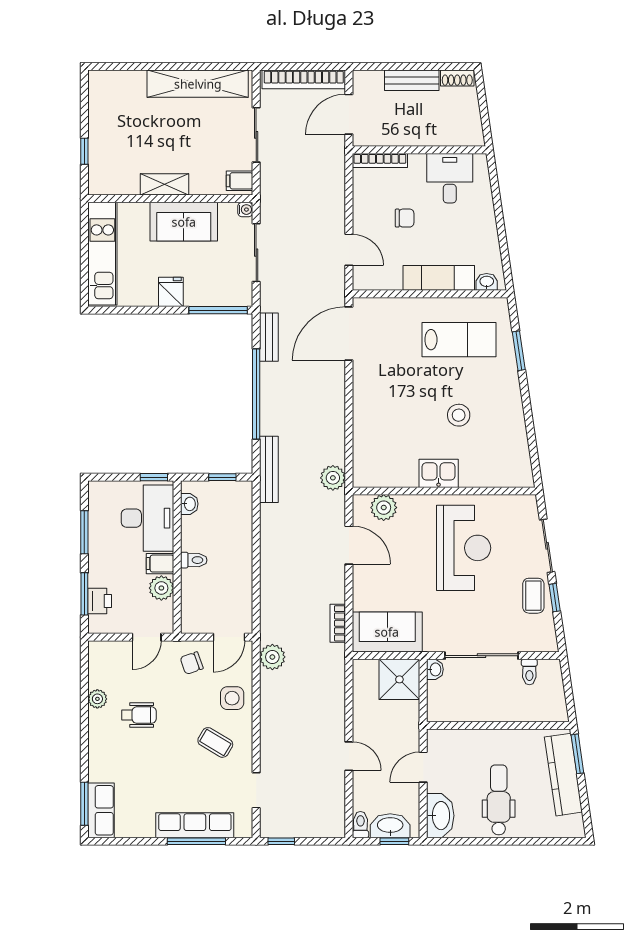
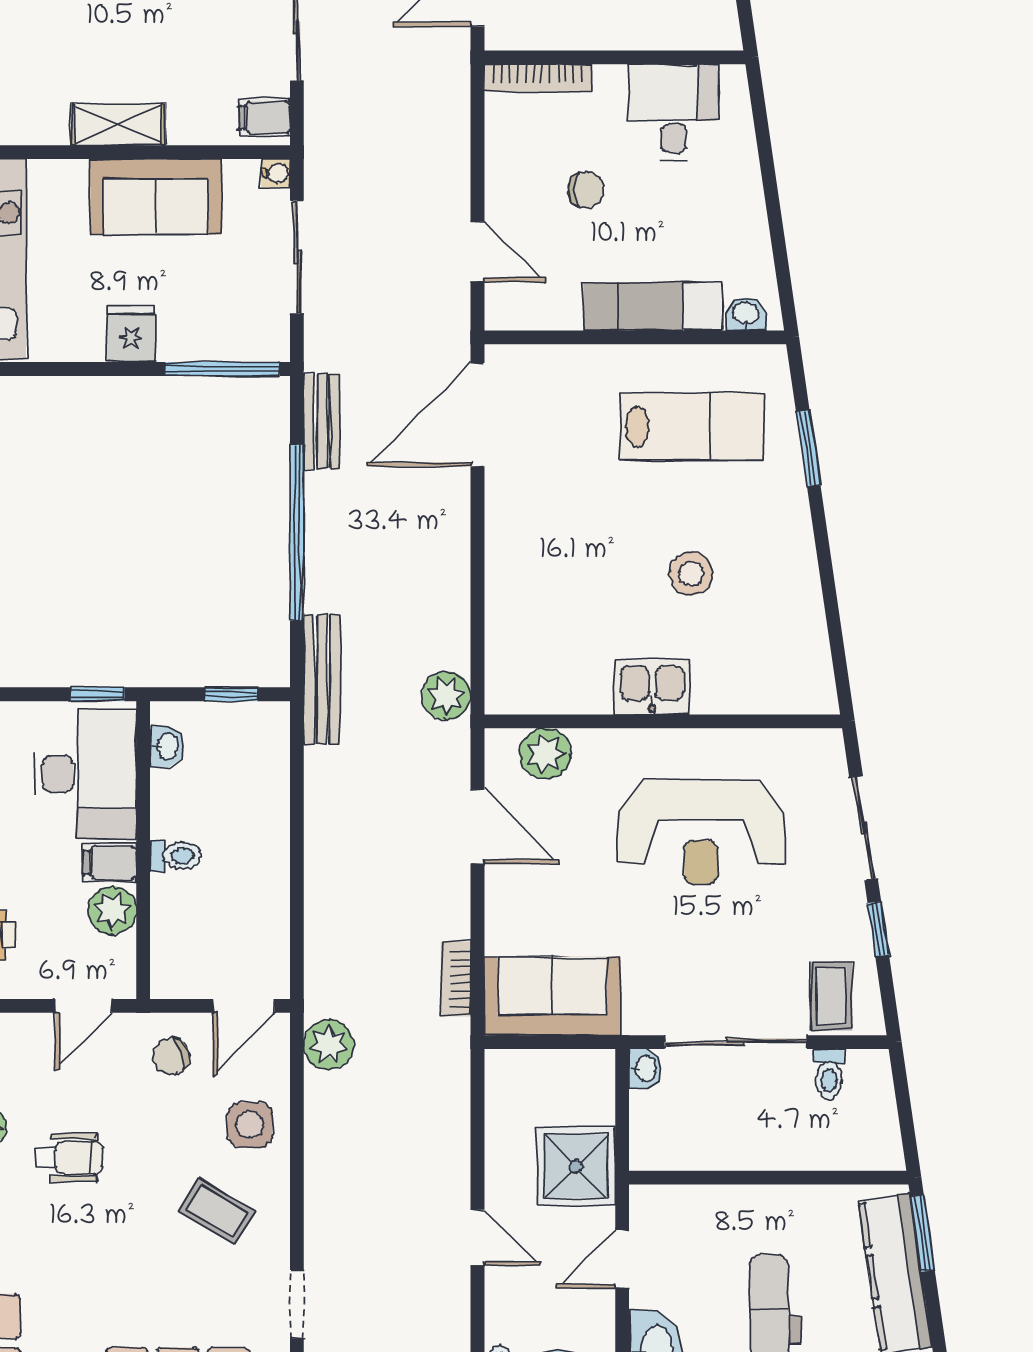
reception desk: (464, 548) -> (701, 832), turned 90
coffee table: (533, 596) -> (832, 996), moved
shower: (399, 679) -> (576, 1166), moved

